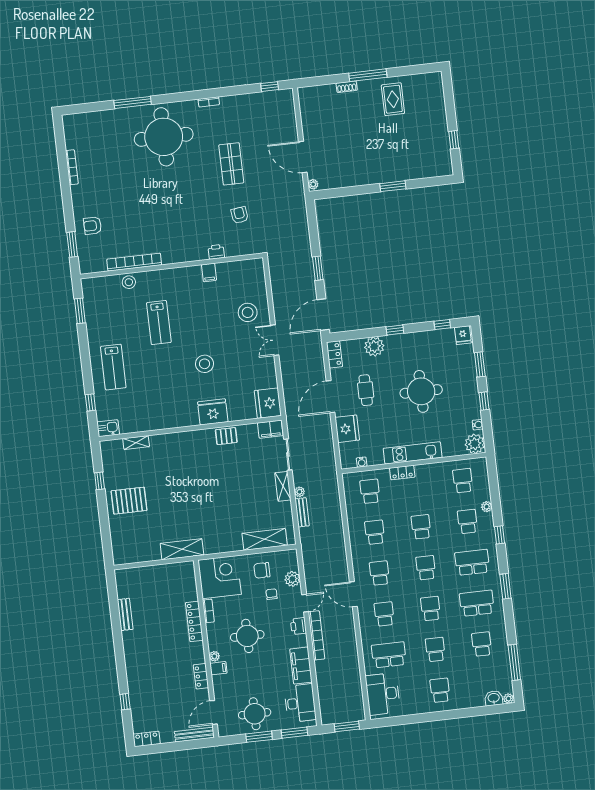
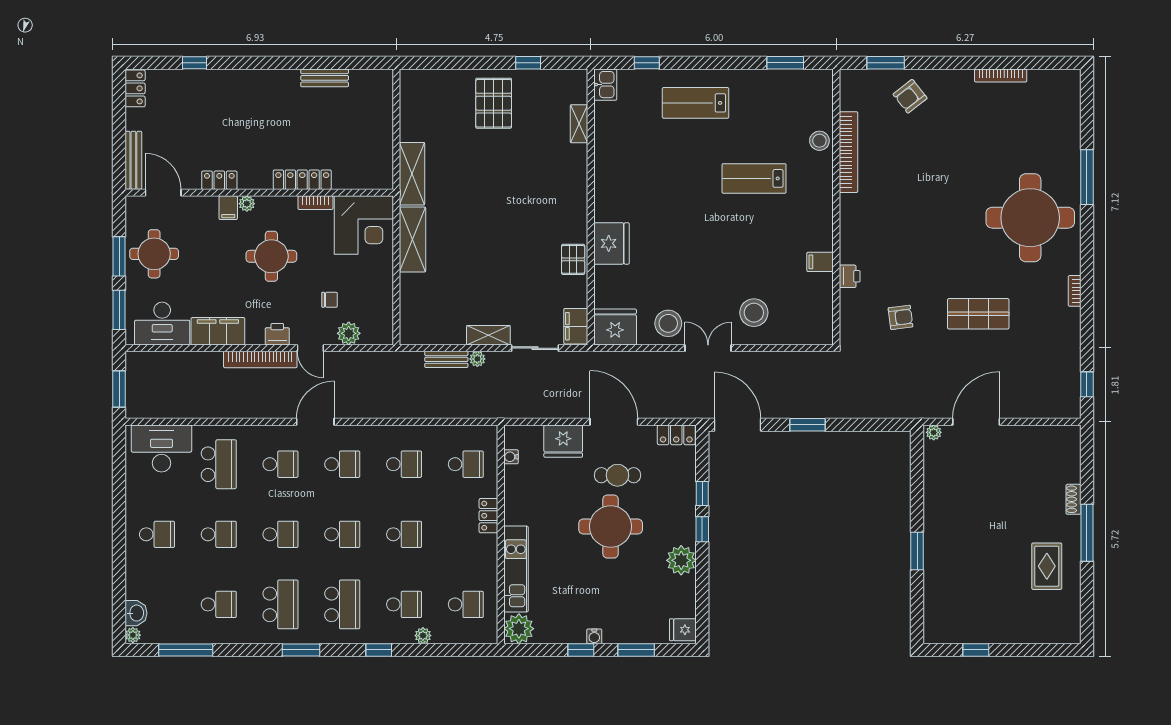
rug: (393, 99) -> (1047, 566), turned 90
armchair: (93, 226) -> (910, 96), turned -128
window: (442, 325) -> (702, 493), moved
plant: (374, 346) -> (681, 560), moved
stool: (205, 364) -> (668, 323), moved
round table: (421, 391) -> (611, 527), moved
water cooler: (478, 425) -> (594, 636), moved
kitchen unit: (413, 453) -> (516, 569), moved
shelving: (265, 539) -> (412, 239), moved
chair: (262, 570) -> (367, 289), removed

